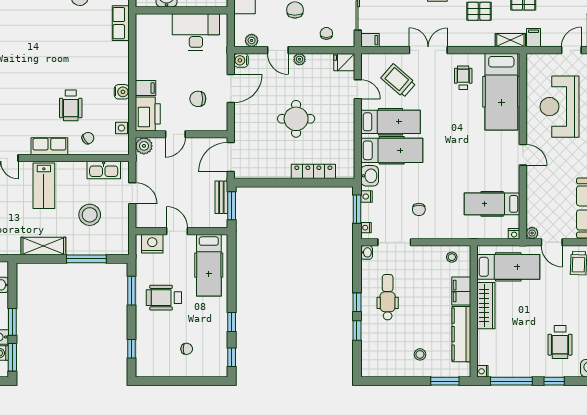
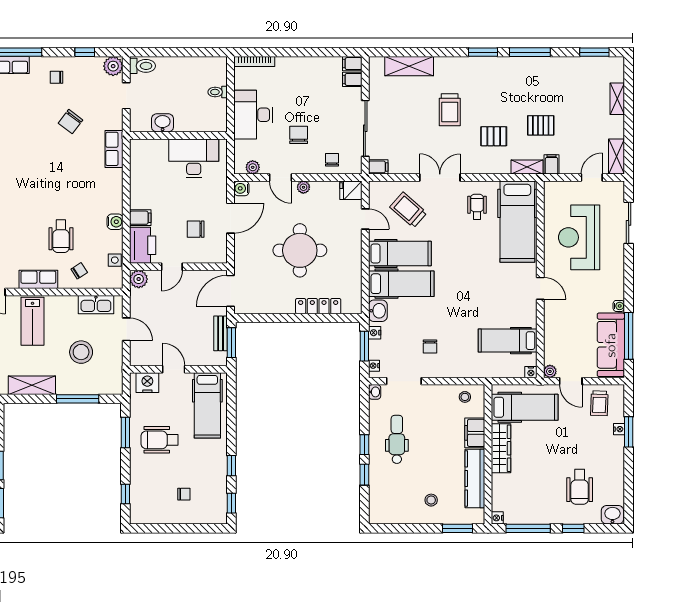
round table: (296, 119) -> (300, 250), width x1.36, depth x1.36

